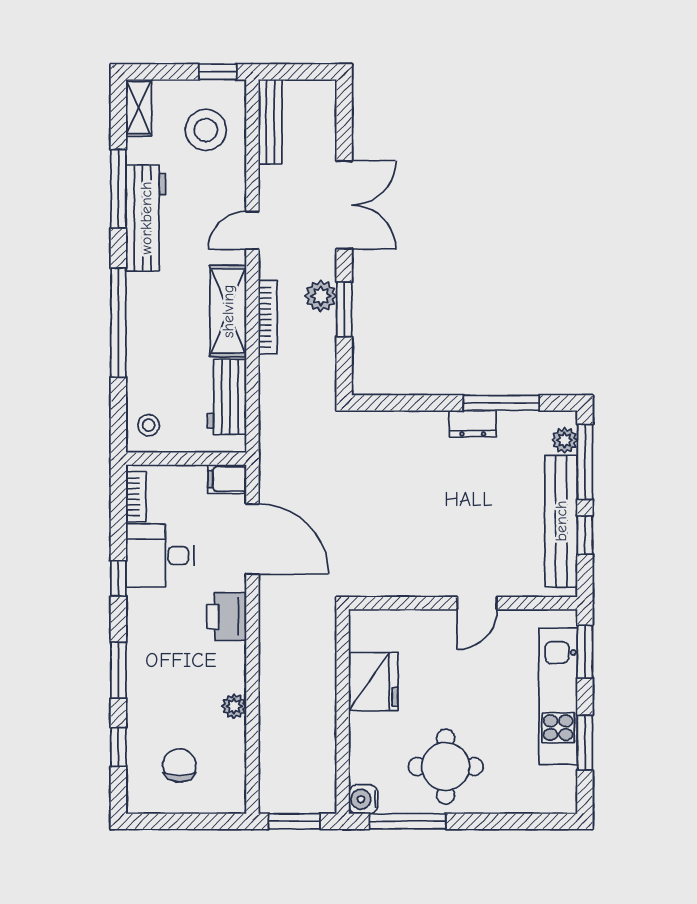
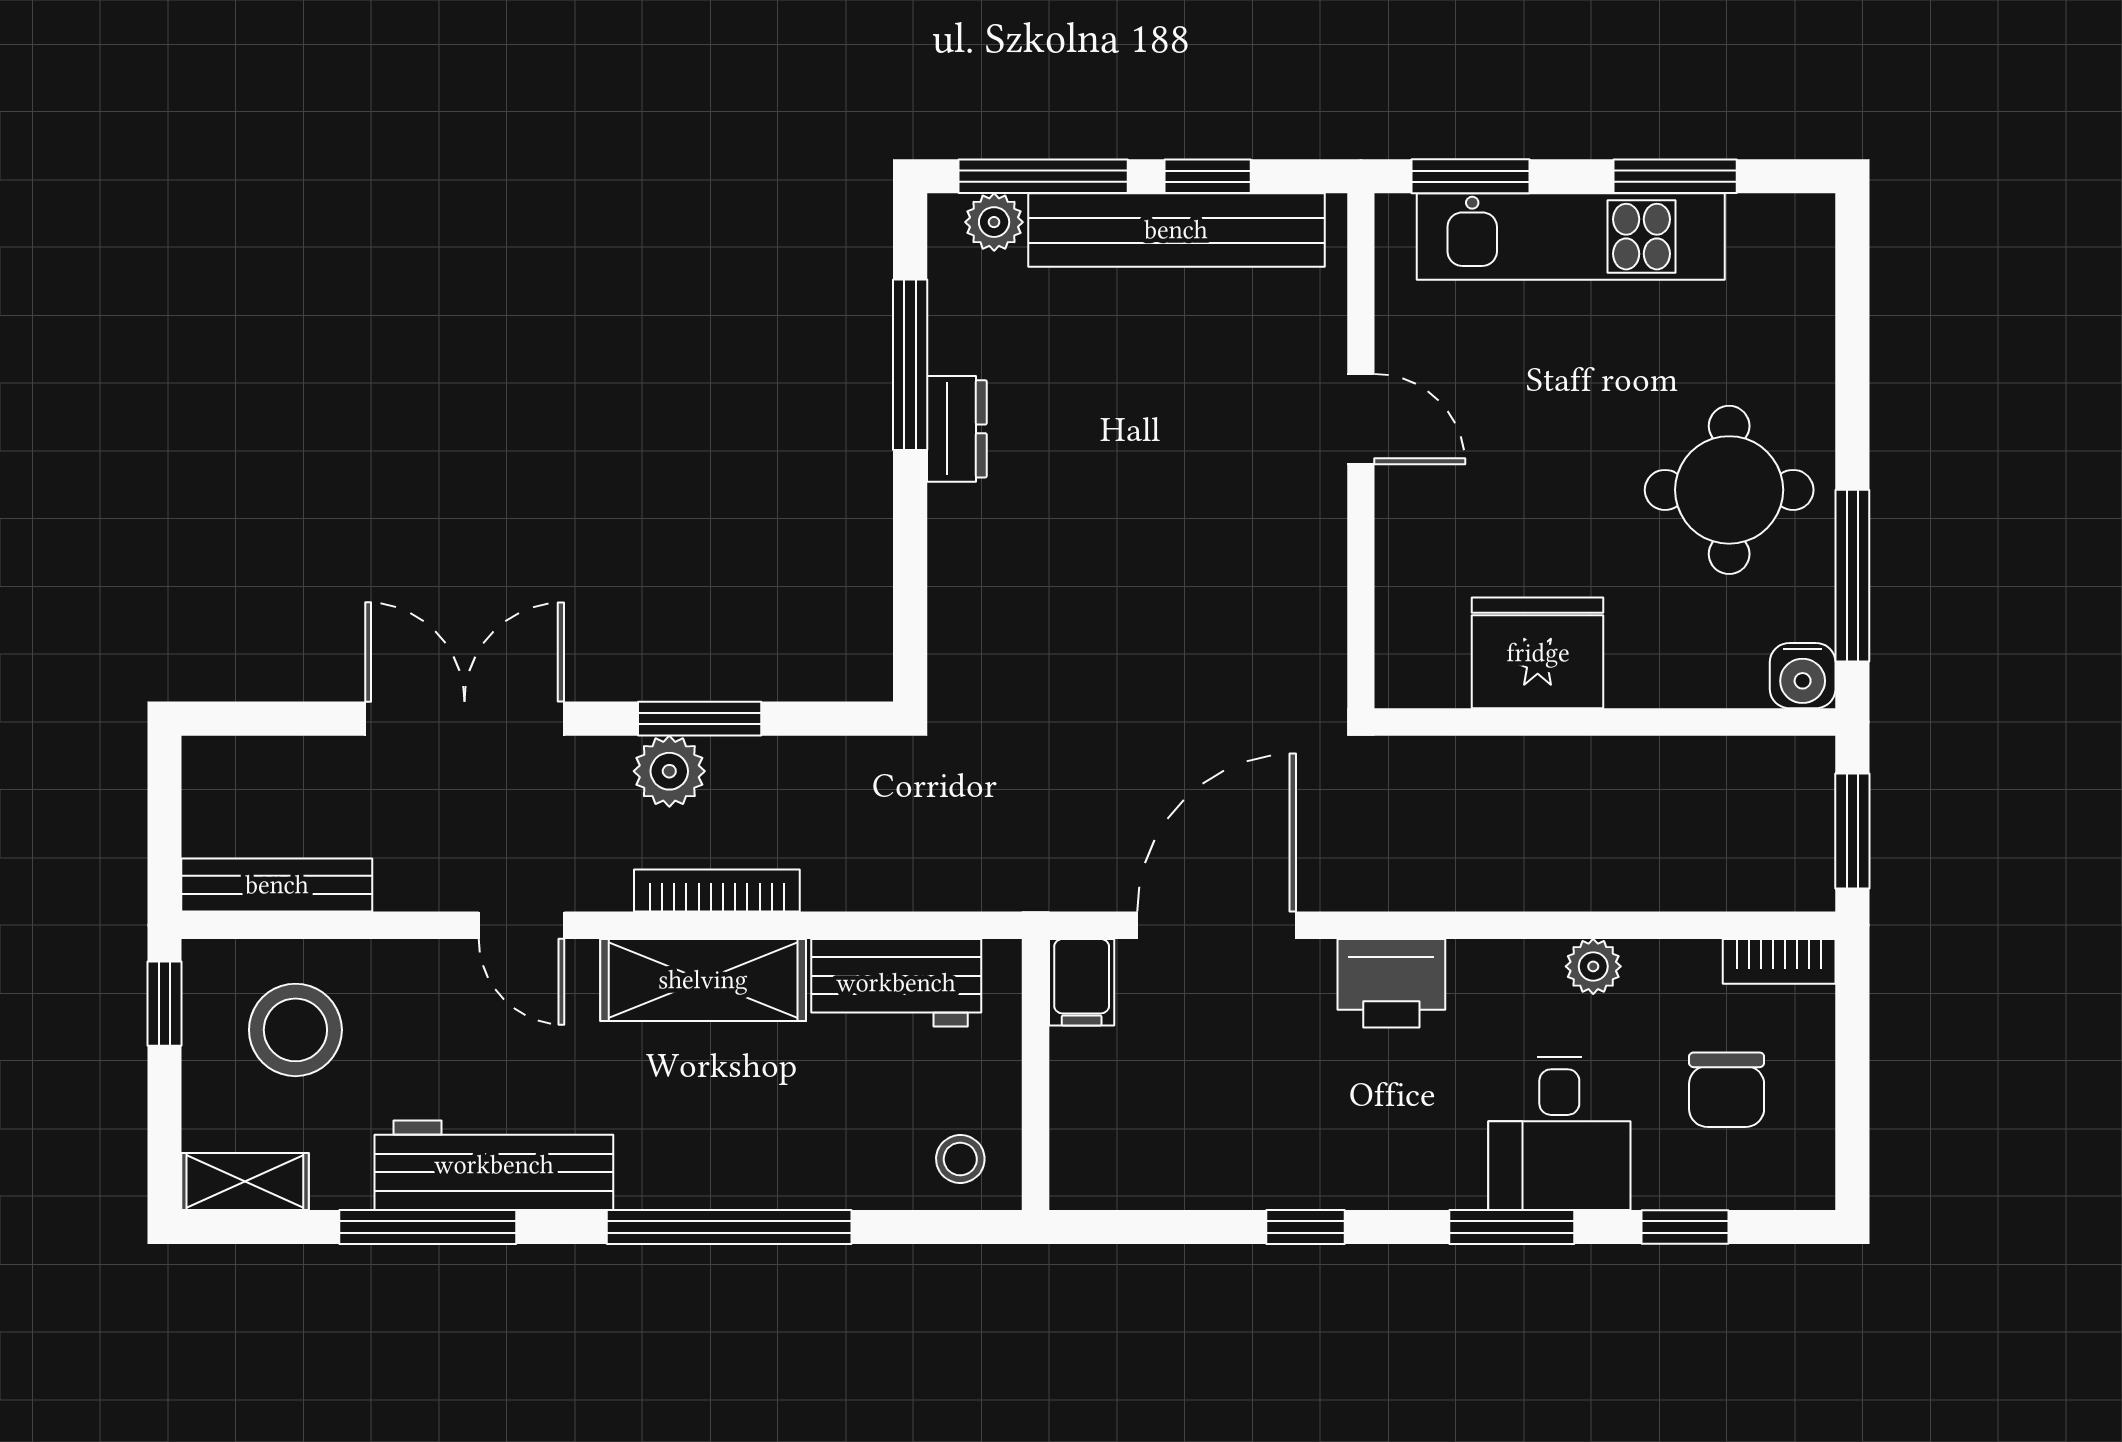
bookcase: (136, 497) -> (1779, 961), moved, turned 180
desk: (160, 556) -> (1559, 1133), moved
chair: (179, 765) -> (1727, 1090), turned -90

